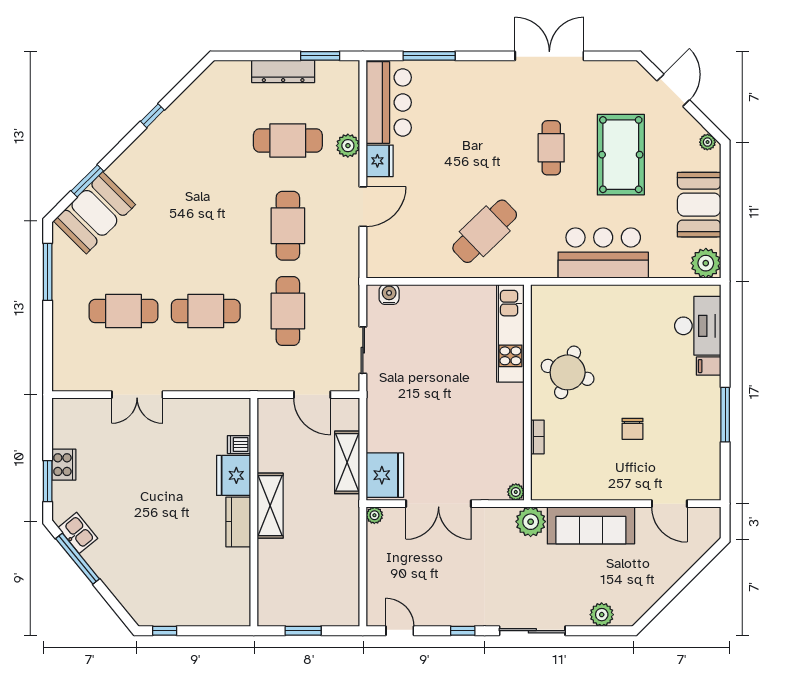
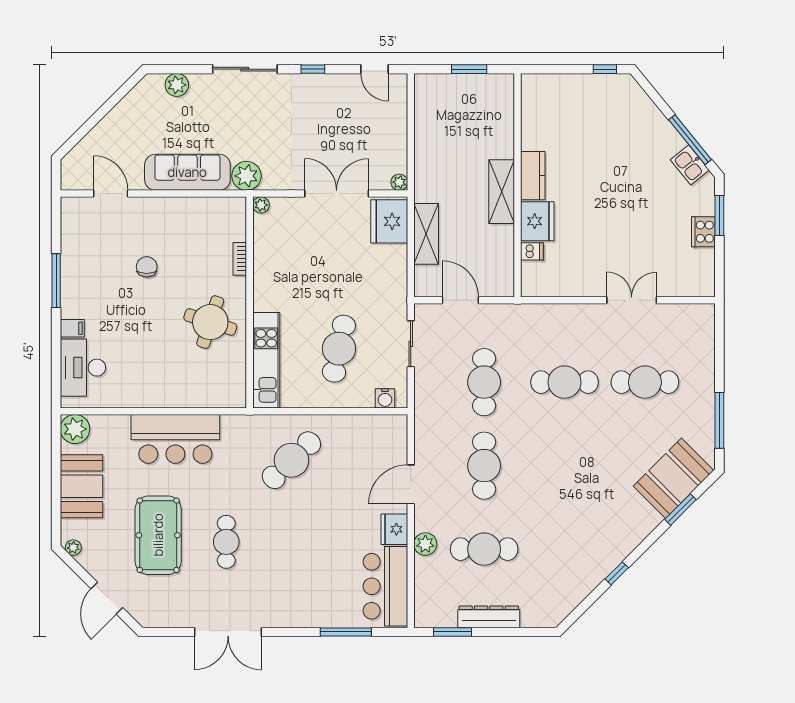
cafe table: (436, 345) -> (339, 349), added

